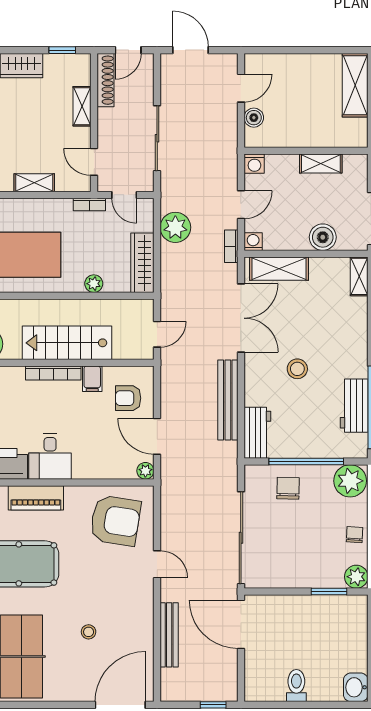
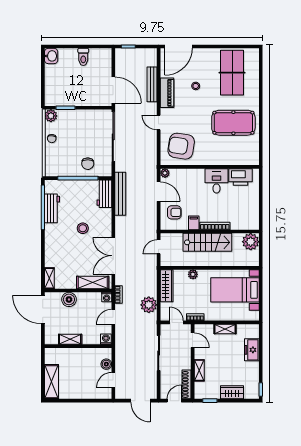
bench: (228, 400) -> (120, 194), moved
plant: (350, 481) -> (54, 168), removed
piano: (36, 498) -> (167, 93), moved, turned 90

